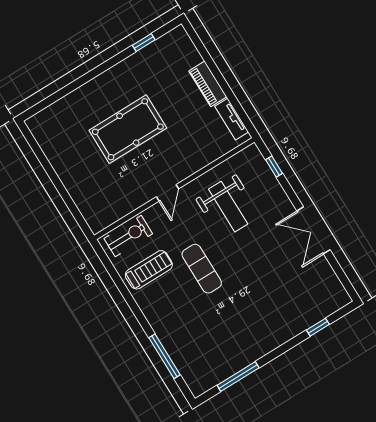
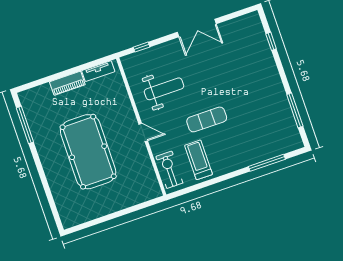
window: (144, 42) -> (25, 125), width x2.17
pool table: (128, 129) -> (88, 152), width x1.36, depth x1.32

